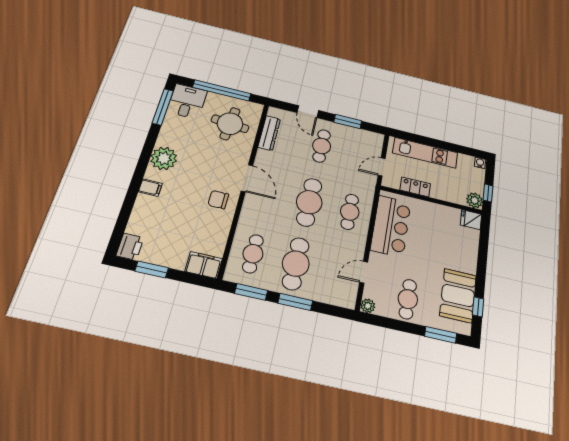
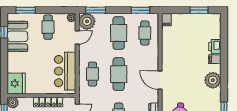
locker: (415, 187) -> (48, 102), width x1.53
chair: (218, 200) -> (173, 62), removed
fridge: (471, 220) -> (16, 83), width x1.88, depth x1.34
printer: (130, 247) -> (215, 47), moved
filing cabinet: (204, 265) -> (166, 20), width x0.50
plant: (344, 294) -> (87, 21), added
window: (295, 302) -> (96, 10), moved

